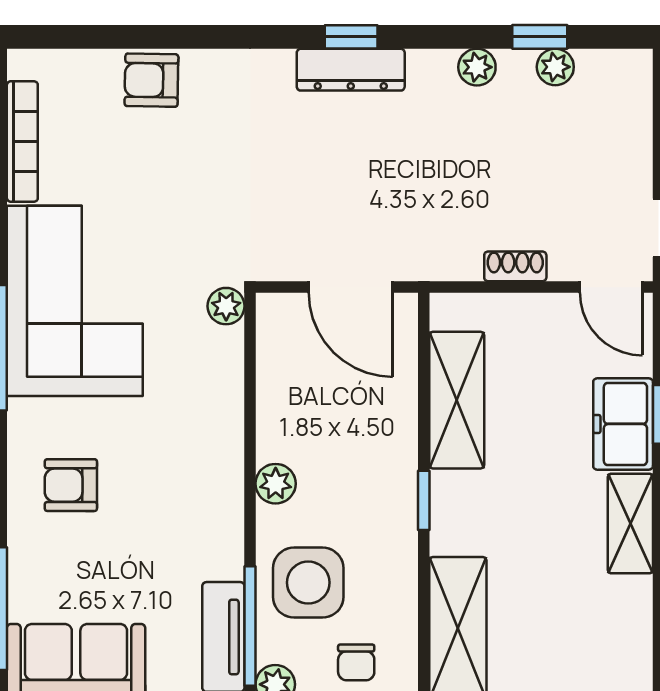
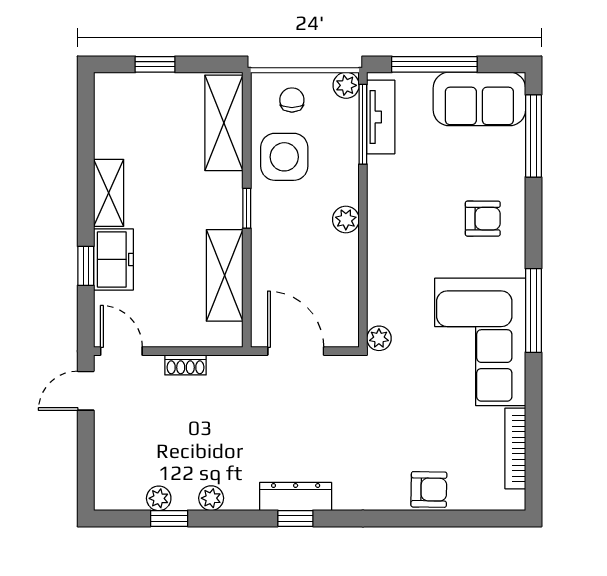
side table: (308, 583) -> (284, 157), moved

